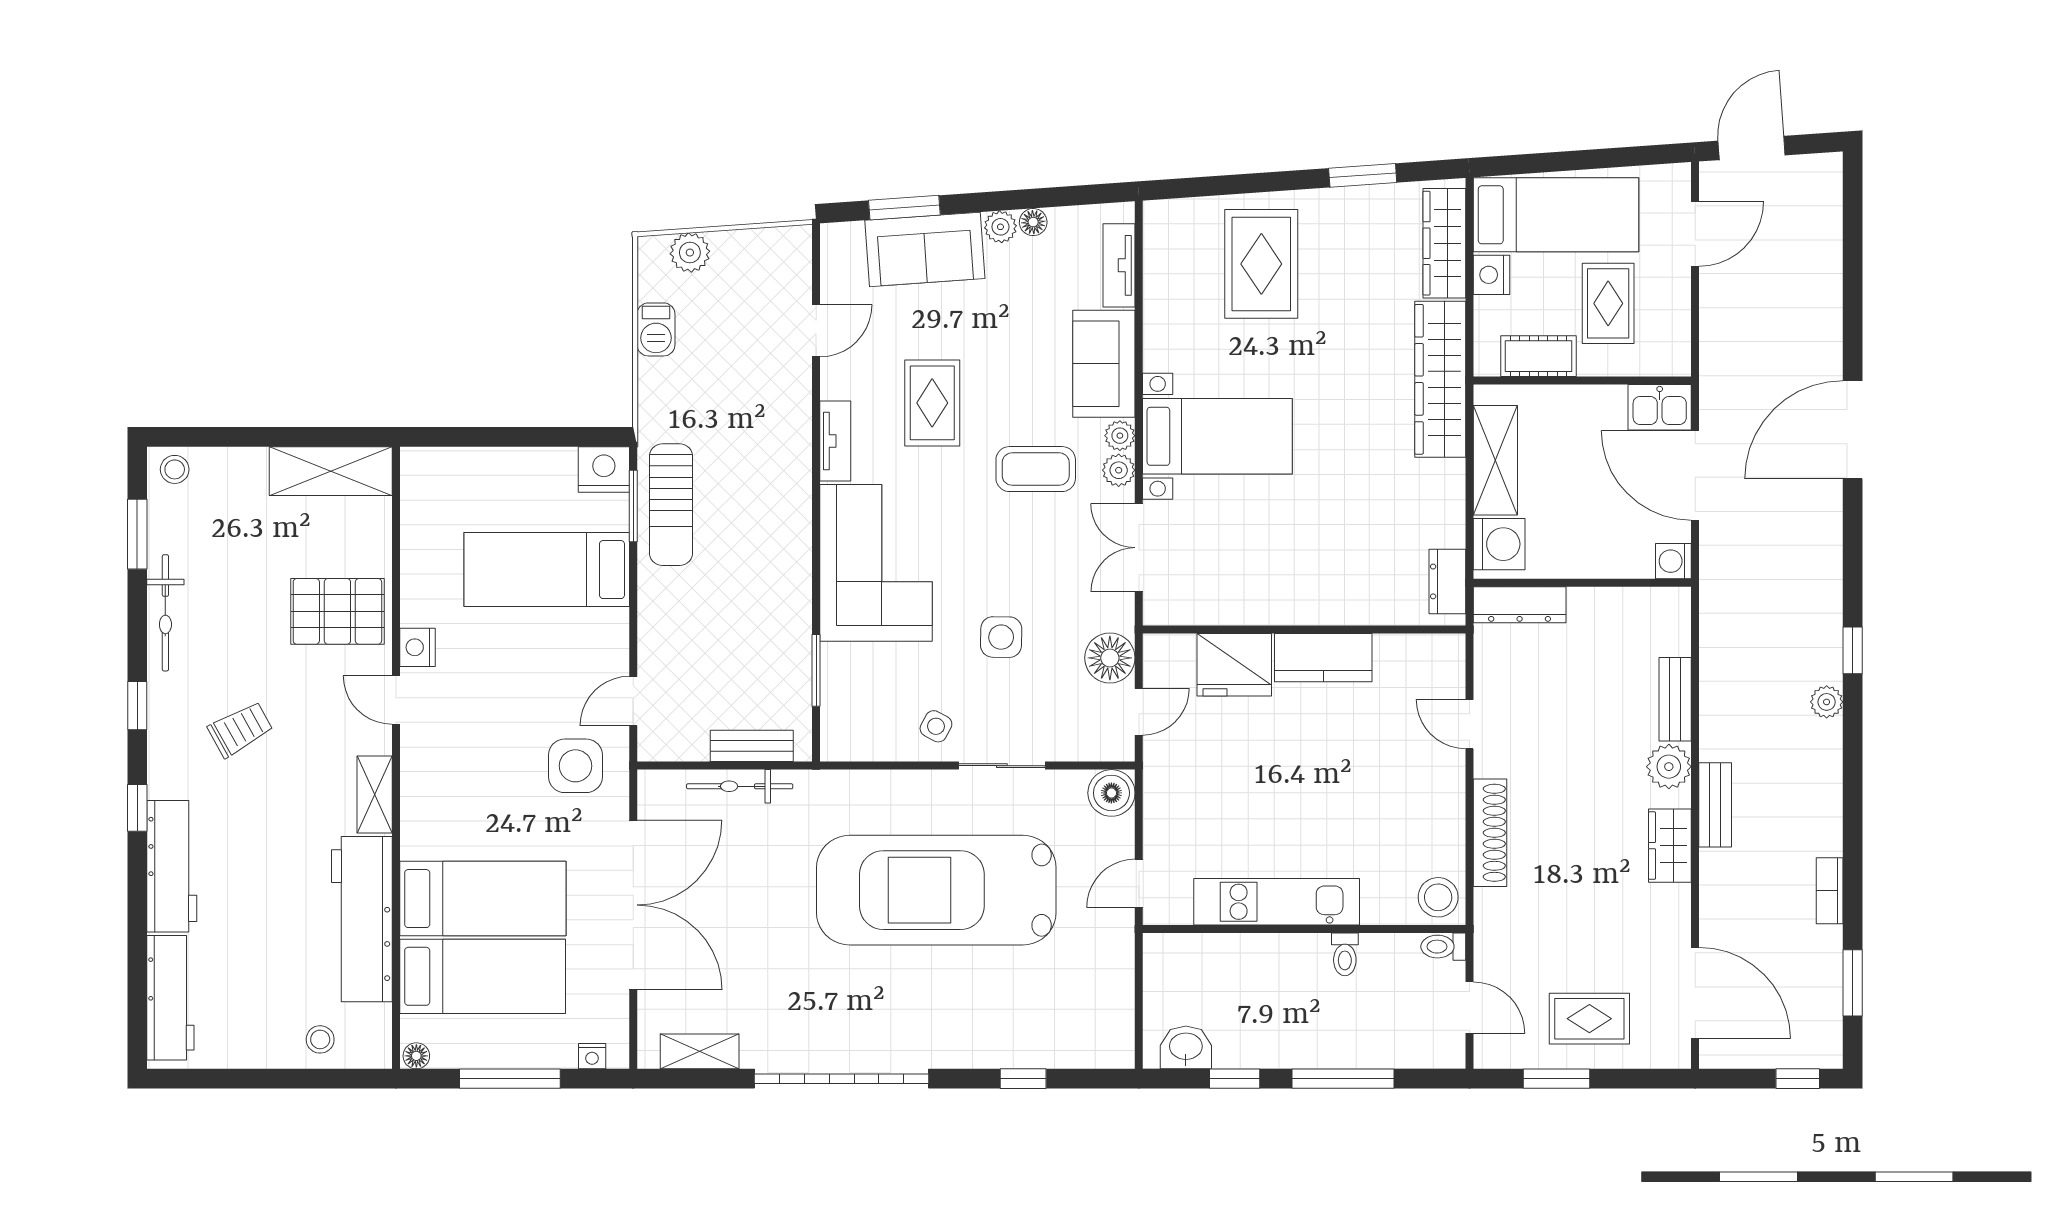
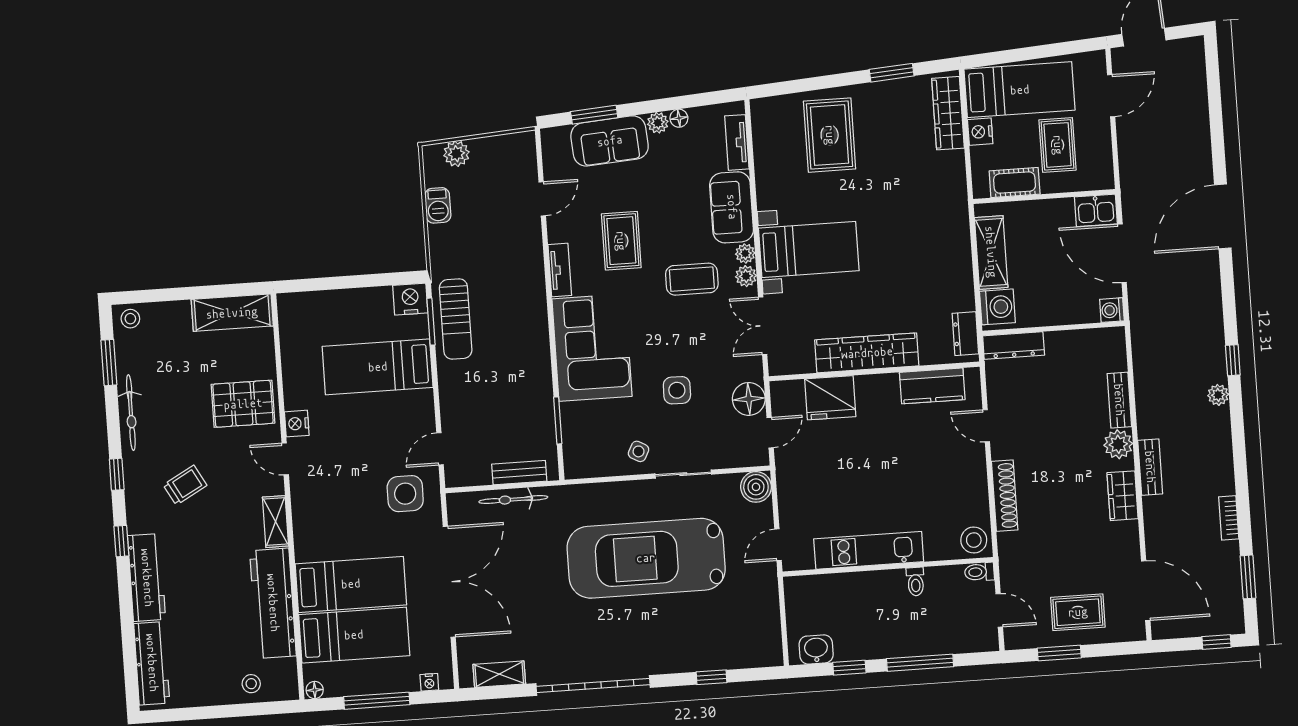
wardrobe: (1440, 379) -> (867, 353), moved, turned 90
kitchen counter: (1323, 658) -> (932, 386), moved

